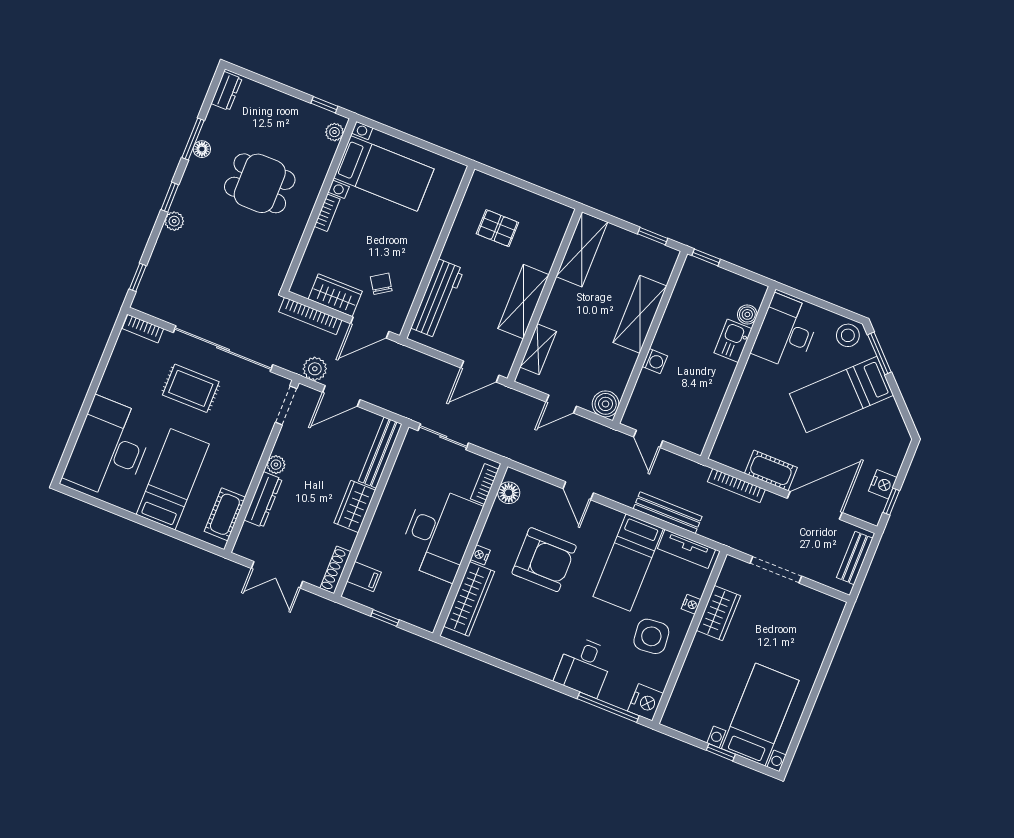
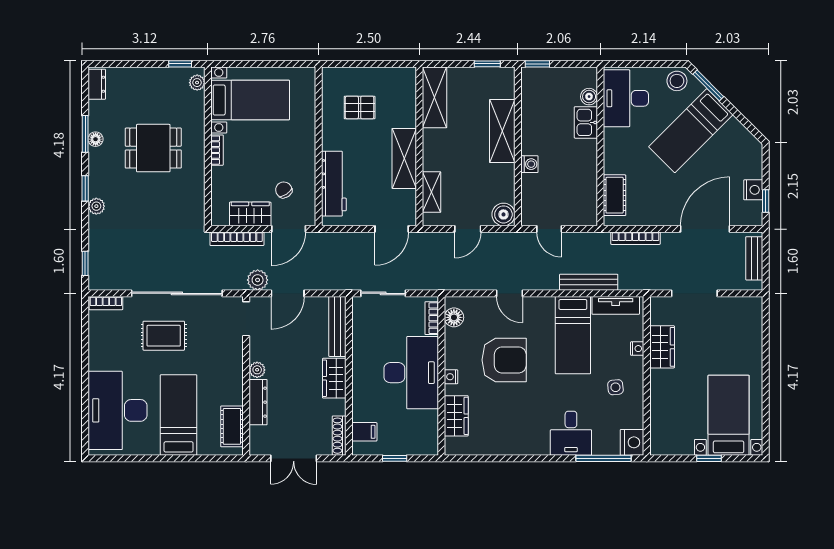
cot: (771, 470) -> (615, 195), moved, turned 90
wardrobe: (469, 599) -> (456, 416), width x0.67
side table: (651, 636) -> (615, 387), width x0.54, depth x0.54

